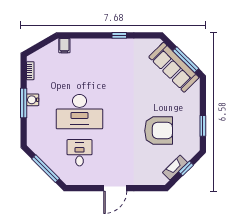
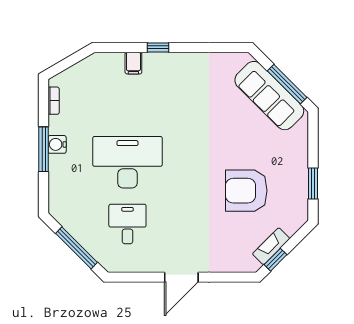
window: (119, 35) -> (158, 47), moved
filing cabinet: (64, 46) -> (133, 63), moved
desk: (79, 112) -> (127, 162), turned 180
armchair: (159, 131) -> (246, 191), turned 180
window: (186, 168) -> (275, 260), moved

